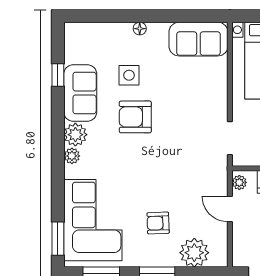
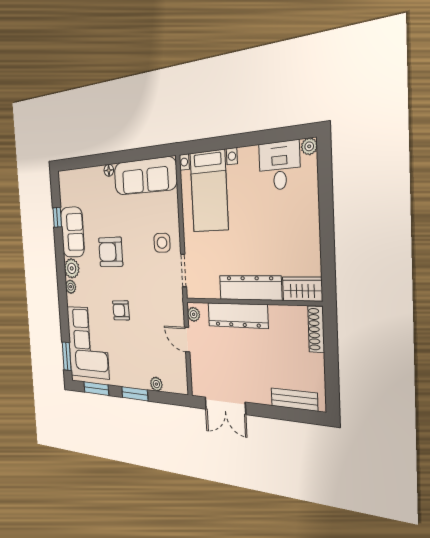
sofa: (198, 39) -> (145, 176), width x1.36
side table: (129, 75) -> (162, 243), moved
armchair: (158, 223) -> (121, 310), moved
plant: (194, 253) -> (156, 384), width x0.53, depth x0.53

